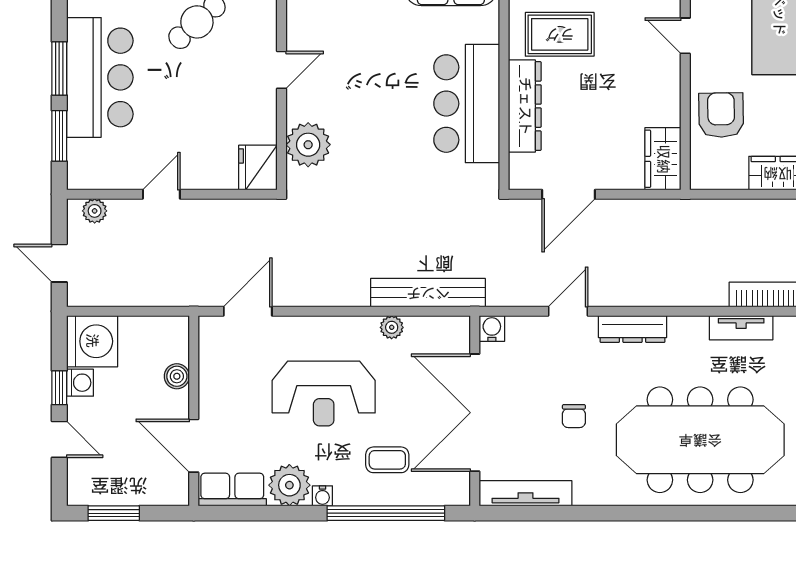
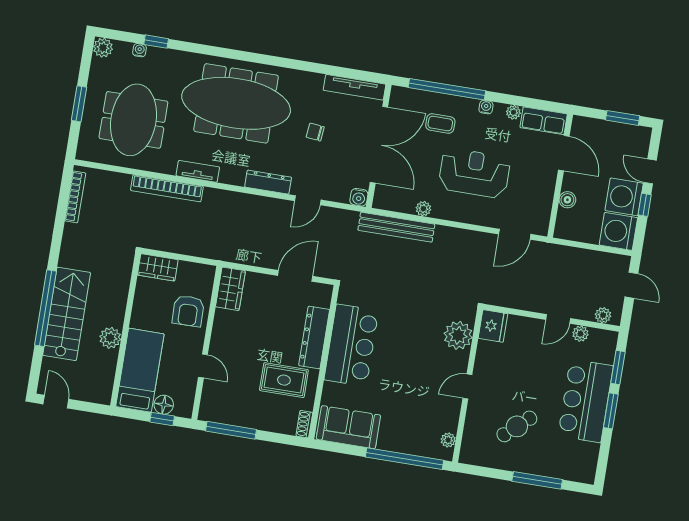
plant: (124, 178) -> (580, 334), added
washing machine: (80, 383) -> (624, 197), width x1.89, depth x1.89
chair: (574, 416) -> (315, 132), turned -84
plant: (289, 485) -> (513, 112), width x0.53, depth x0.53

